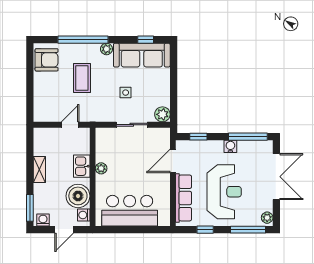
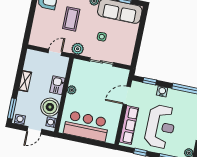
plant: (162, 114) -> (78, 49), moved
water cooler: (230, 146) -> (162, 91), moved

